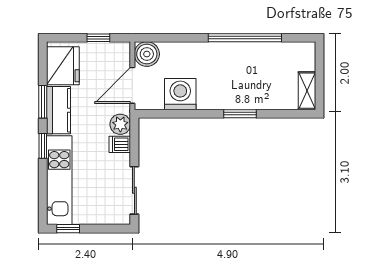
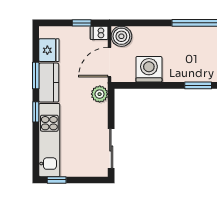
fridge: (63, 66) -> (49, 50), width x0.73, depth x0.75
dishwasher: (120, 144) -> (99, 33), moved

